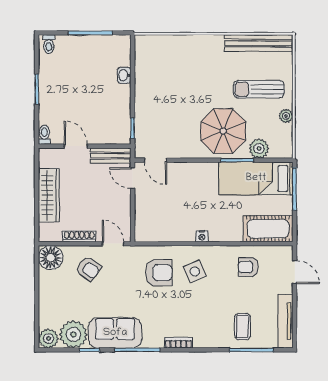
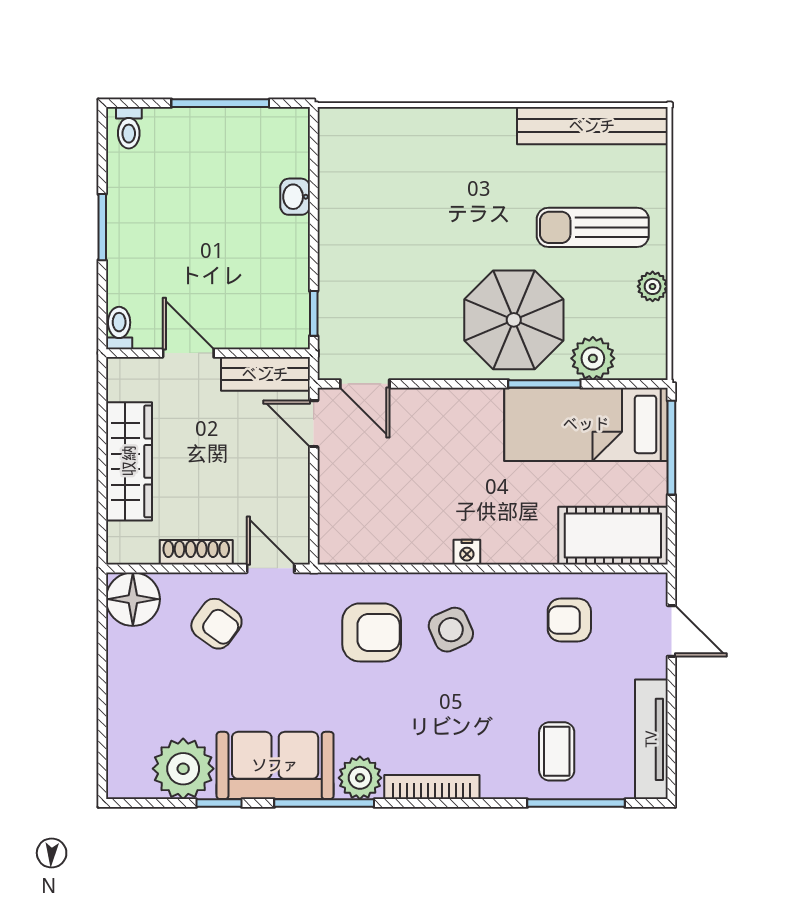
plant: (48, 338) -> (360, 778), moved
bookcase: (178, 343) -> (432, 787), width x1.56

